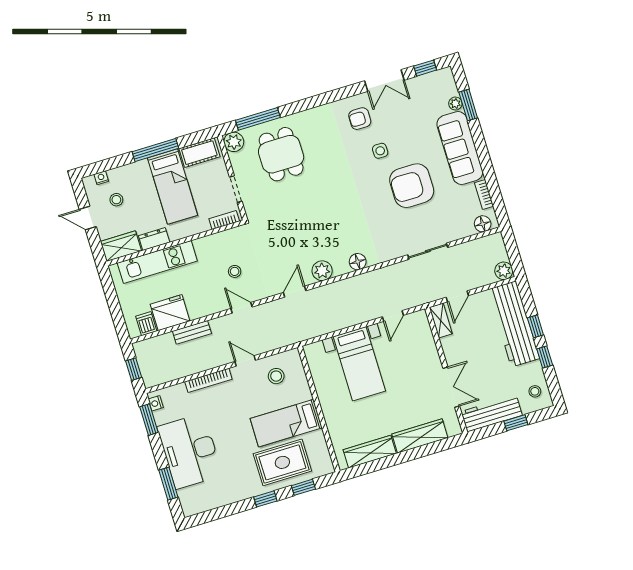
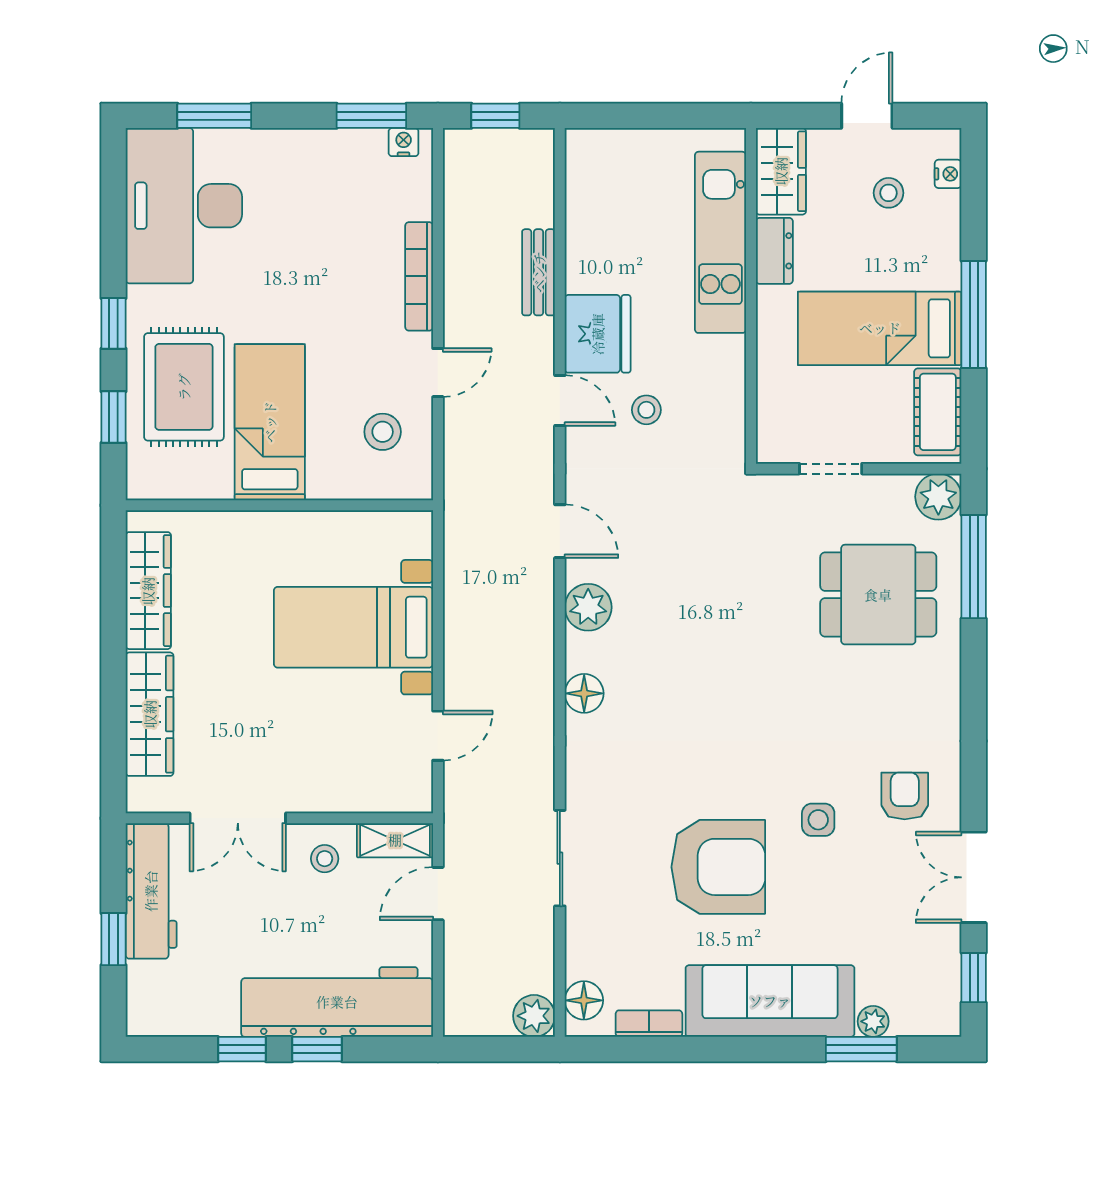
armchair: (412, 186) -> (718, 867), turned 90
bookcase: (224, 220) -> (769, 422), removed
plant: (504, 271) -> (534, 1016), moved
door: (457, 296) -> (438, 894), hinge flipped
door: (241, 308) -> (560, 401), hinge flipped
fridge: (170, 313) -> (598, 334), moved
door: (393, 316) -> (438, 736), swing flipped
dishwasher: (146, 324) -> (589, 175), removed
stool: (535, 391) -> (325, 859), moved
desk: (190, 451) -> (184, 206), moved, turned -90

